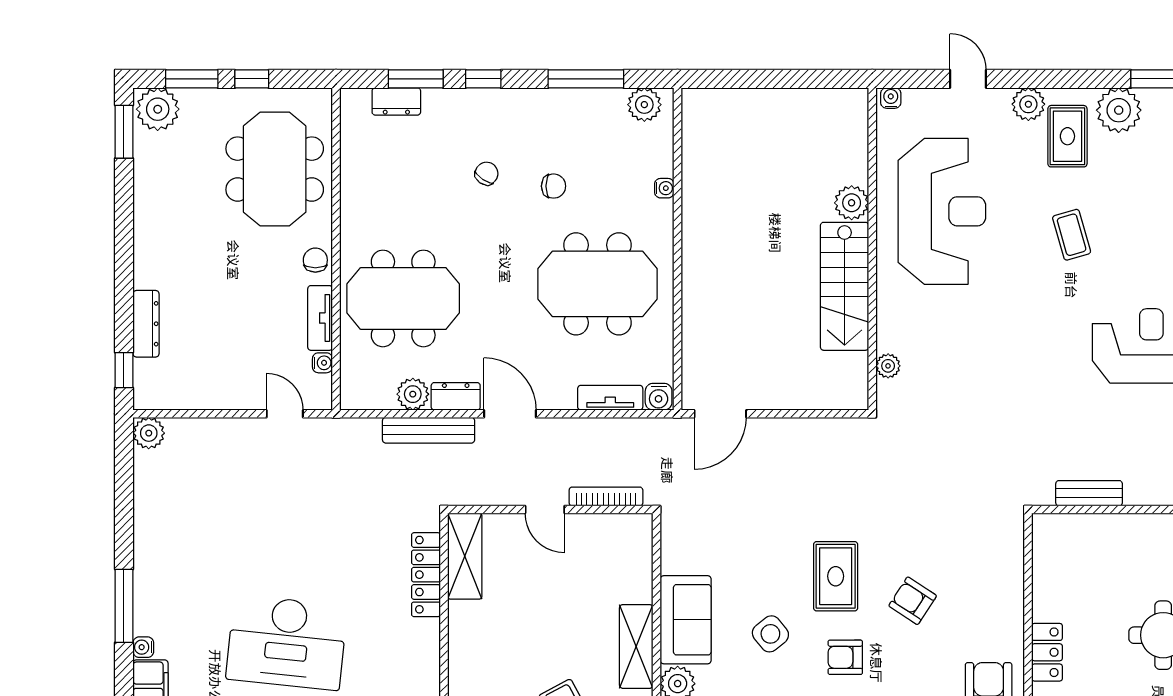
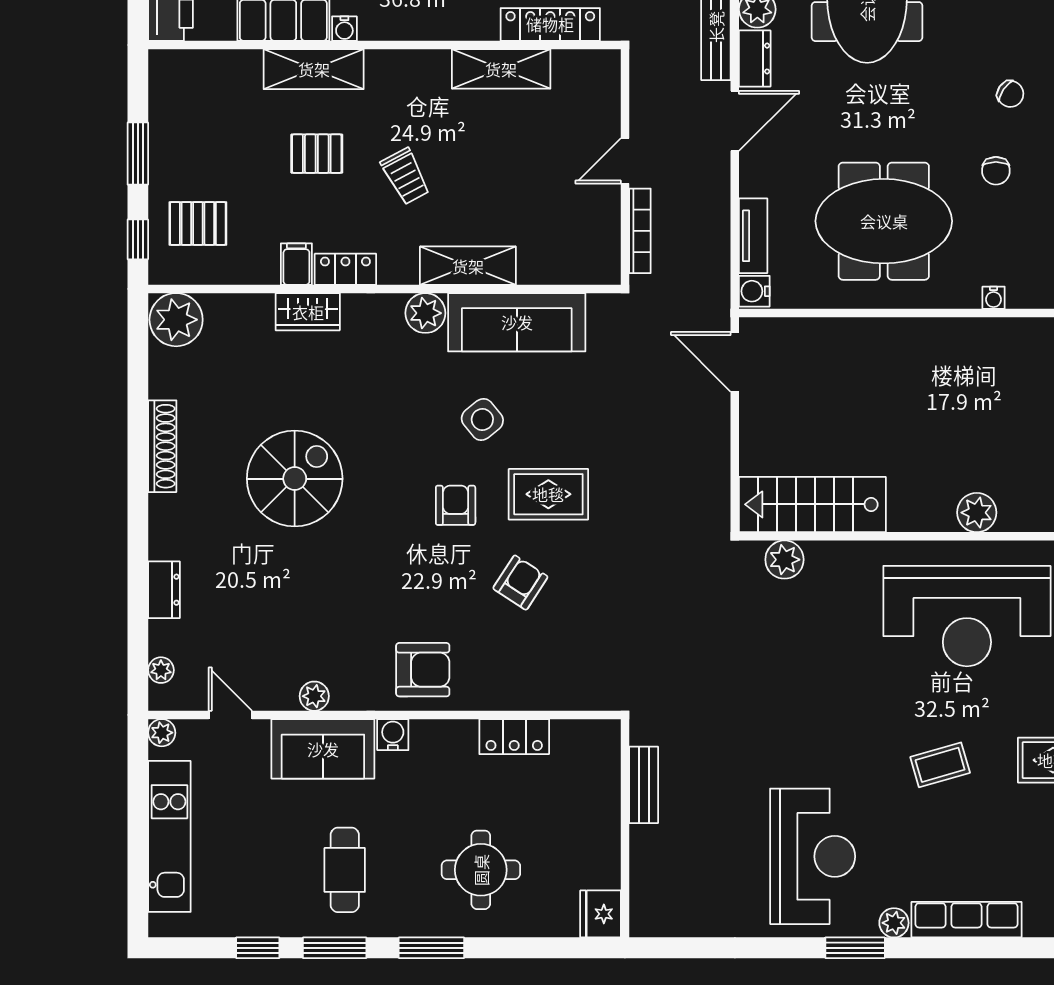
meeting table: (597, 284) -> (884, 221), turned 90
stairs: (845, 286) -> (812, 504), moved
plant: (888, 366) -> (784, 560), width x1.38, depth x1.38
shelving: (465, 556) -> (501, 69), moved
sofa: (686, 620) -> (517, 322), width x1.36
locker: (1047, 652) -> (514, 737), moved

